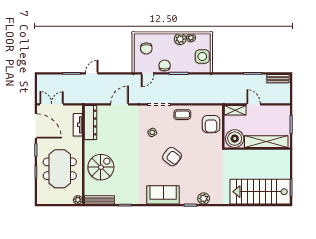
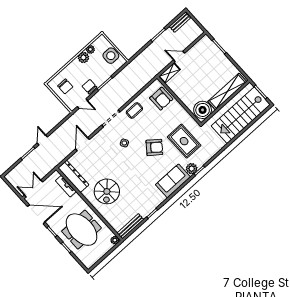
door: (148, 73) -> (82, 104), hinge flipped
boiler: (235, 139) -> (203, 110), moved
shelving: (266, 142) -> (227, 92), moved
wall: (257, 149) -> (225, 102), moved
spiral stairs: (101, 167) -> (107, 191), moved, turned 180
rug: (199, 172) -> (184, 141), added
plant: (204, 198) -> (192, 169), moved

